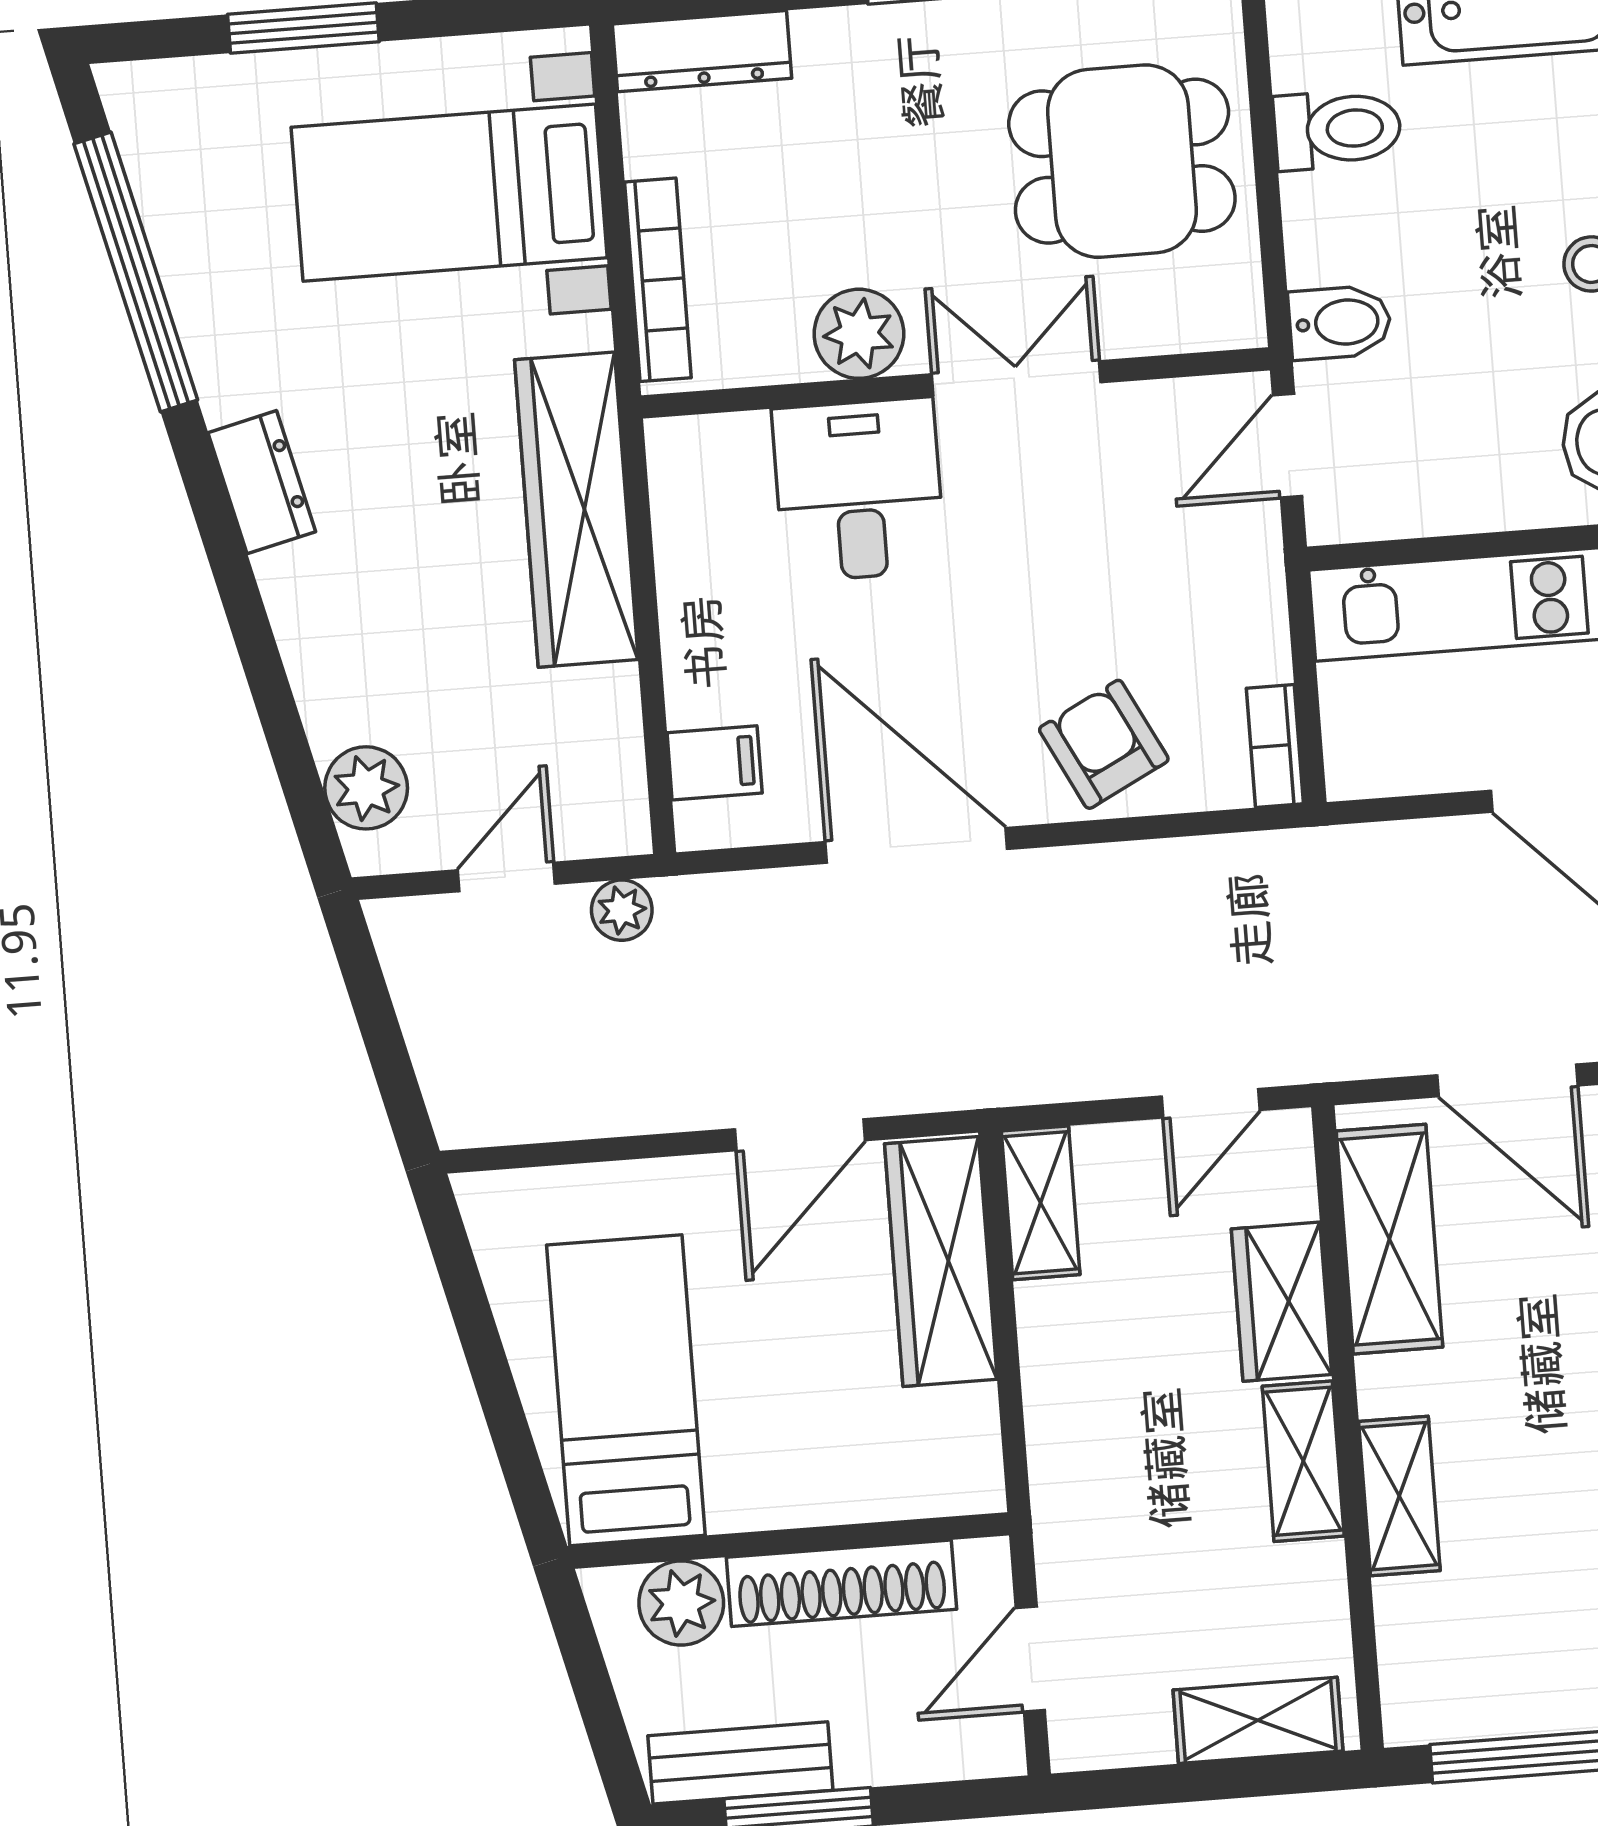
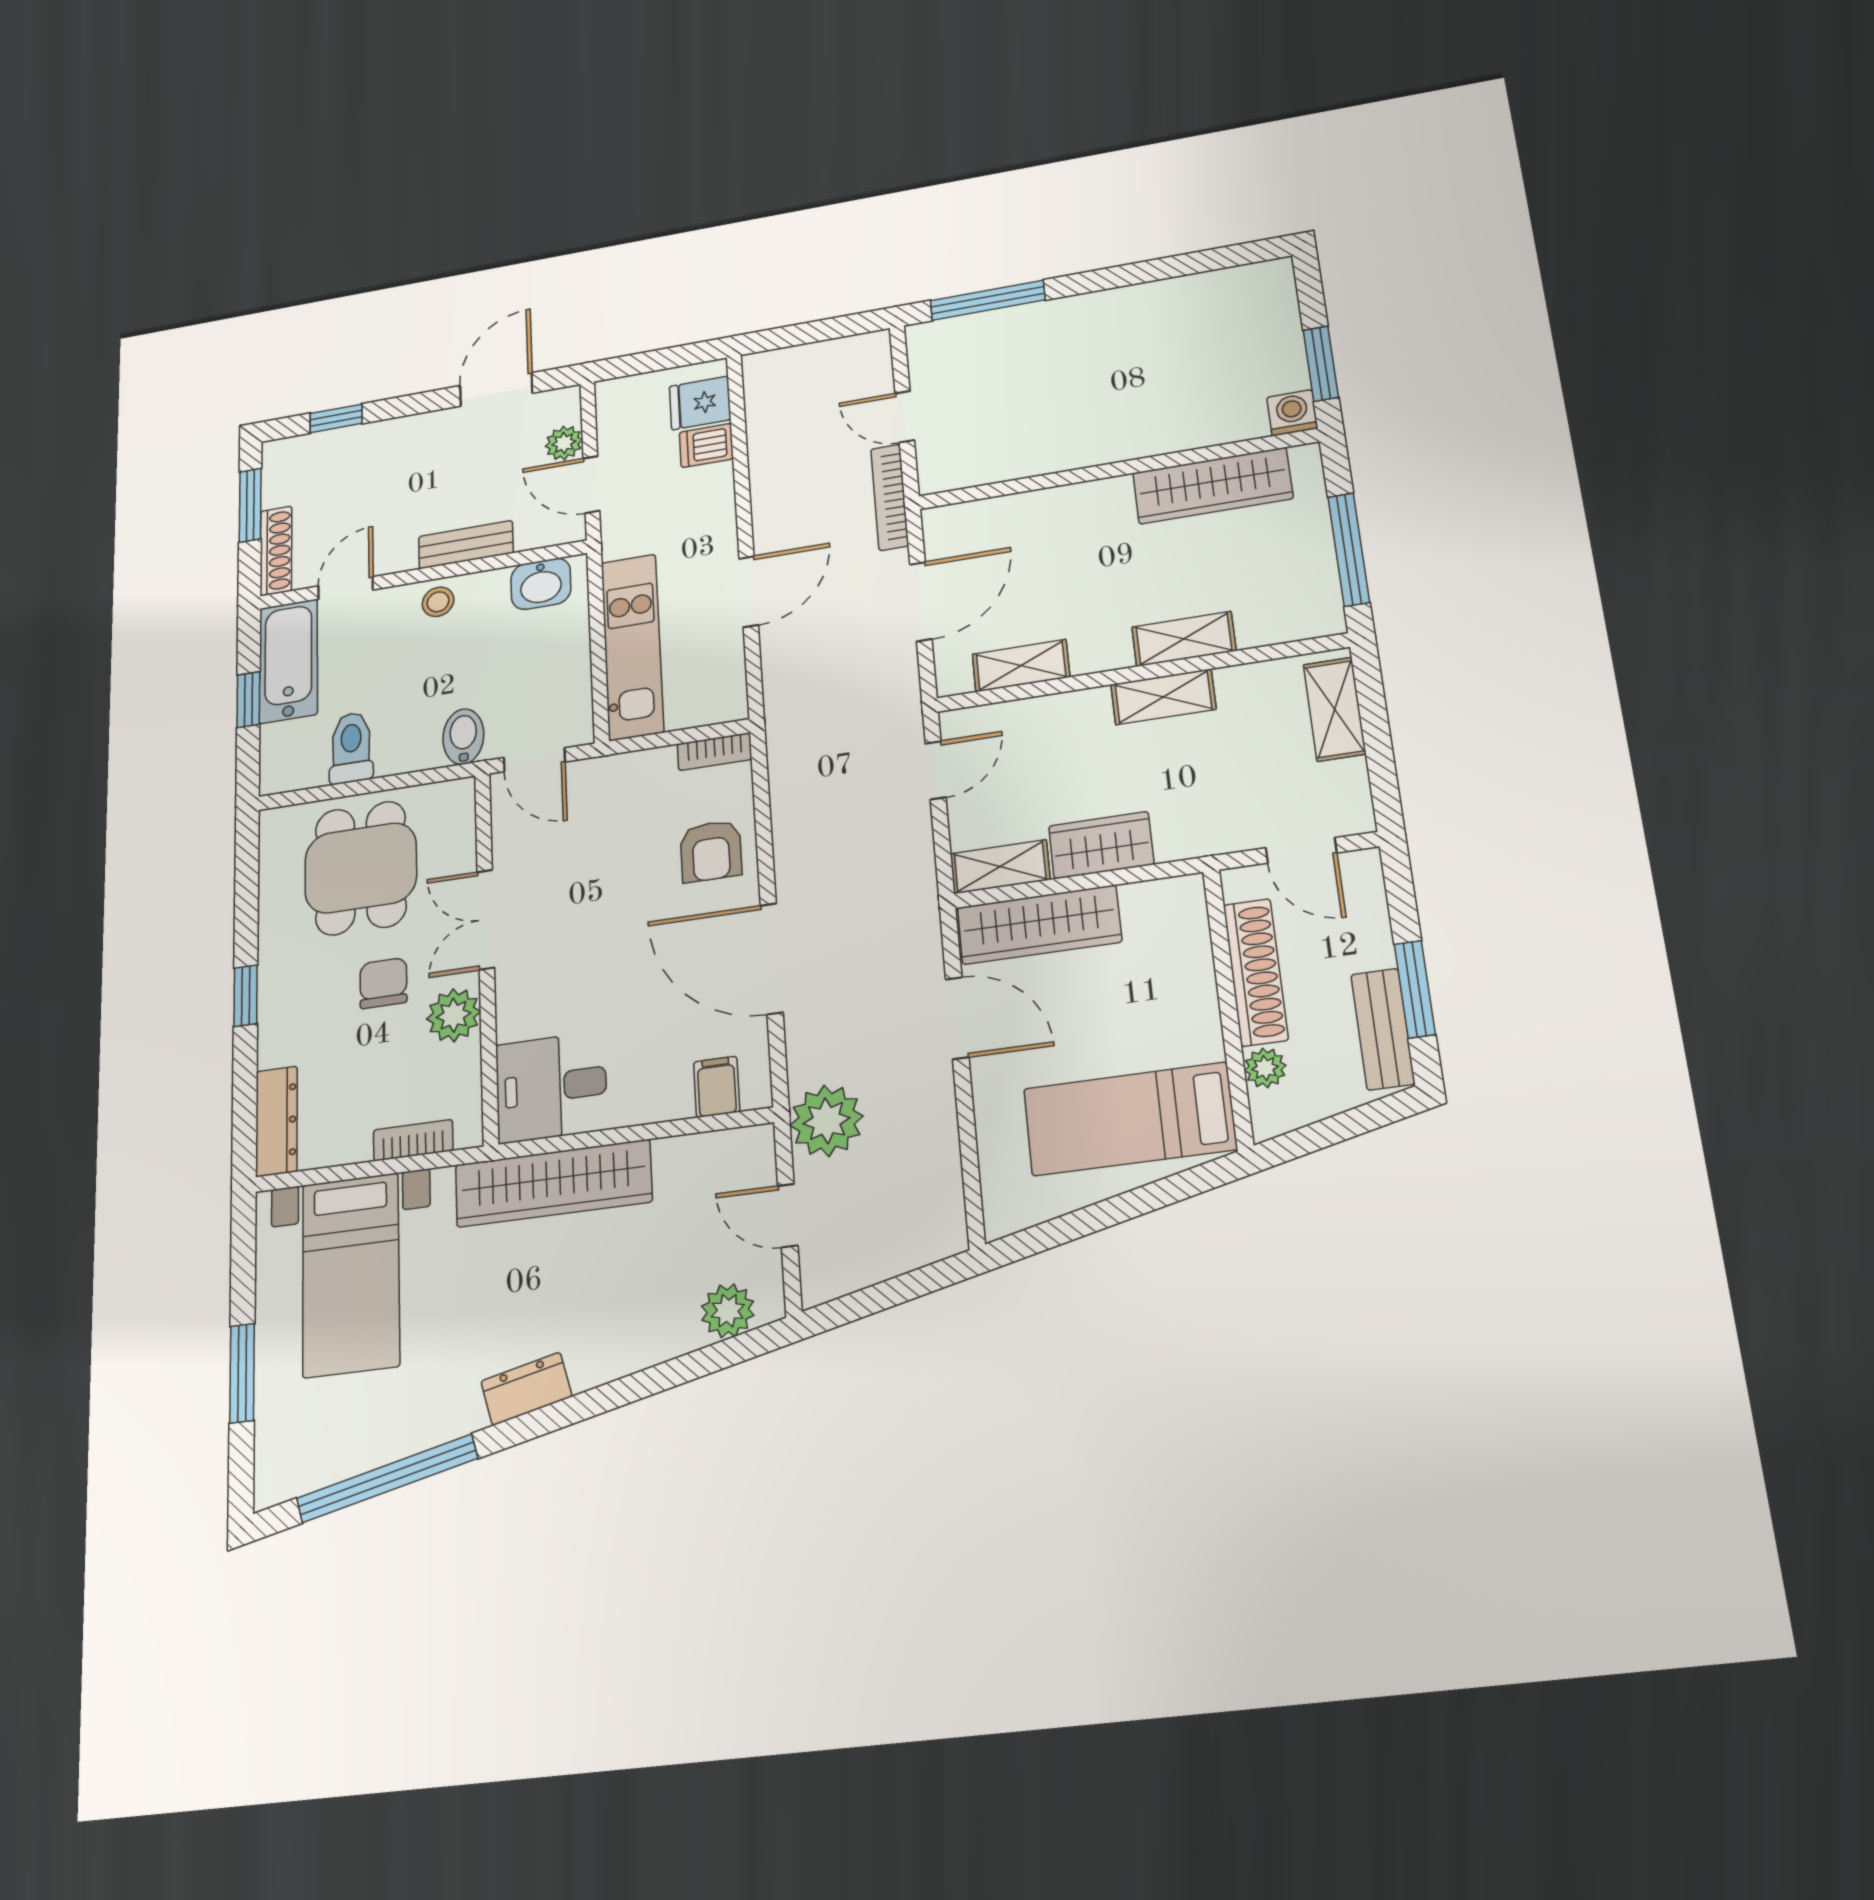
chair: (921, 213) -> (383, 983), added
bookcase: (658, 280) -> (413, 1140), width x0.64
desk: (859, 490) -> (551, 1087), moved
armchair: (1104, 744) -> (711, 851), turned -63
door: (916, 845) -> (772, 959), hinge flipped
plant: (622, 910) -> (826, 1121), width x1.87, depth x1.87
door: (1211, 1103) -> (936, 770), hinge flipped
shelving: (1390, 1239) -> (1021, 666), width x0.67, depth x0.75
wardrobe: (1282, 1302) -> (1101, 845), moved, turned 180
plant: (681, 1603) -> (1265, 1068), width x0.73, depth x0.73

